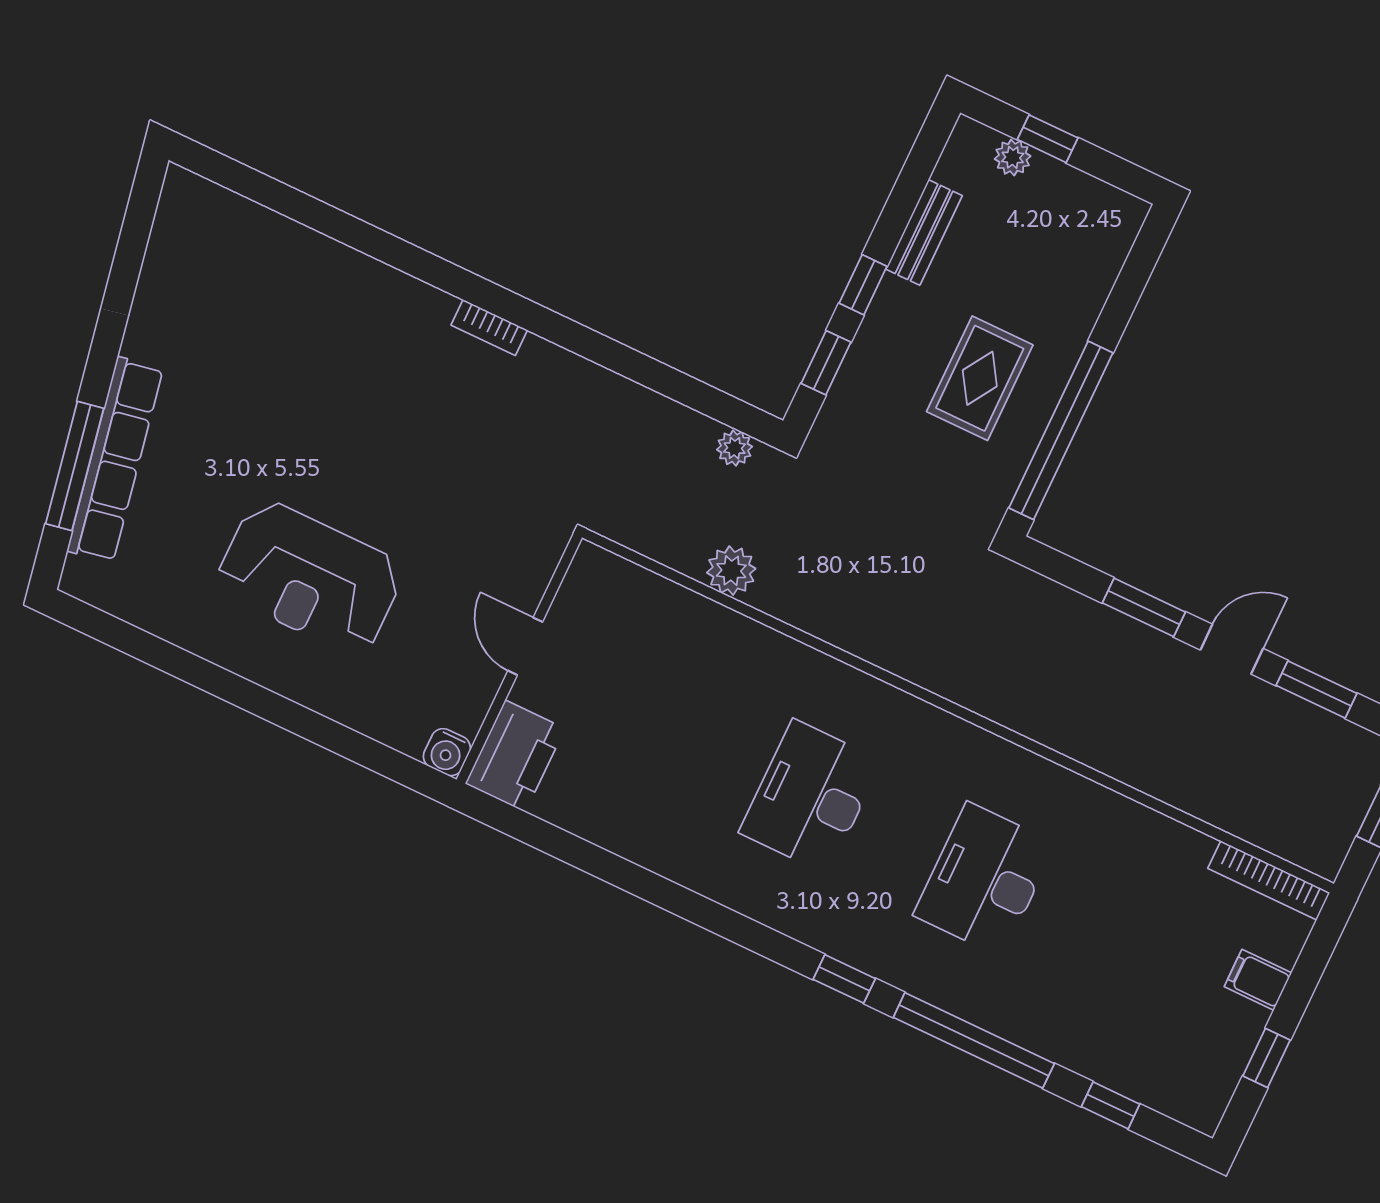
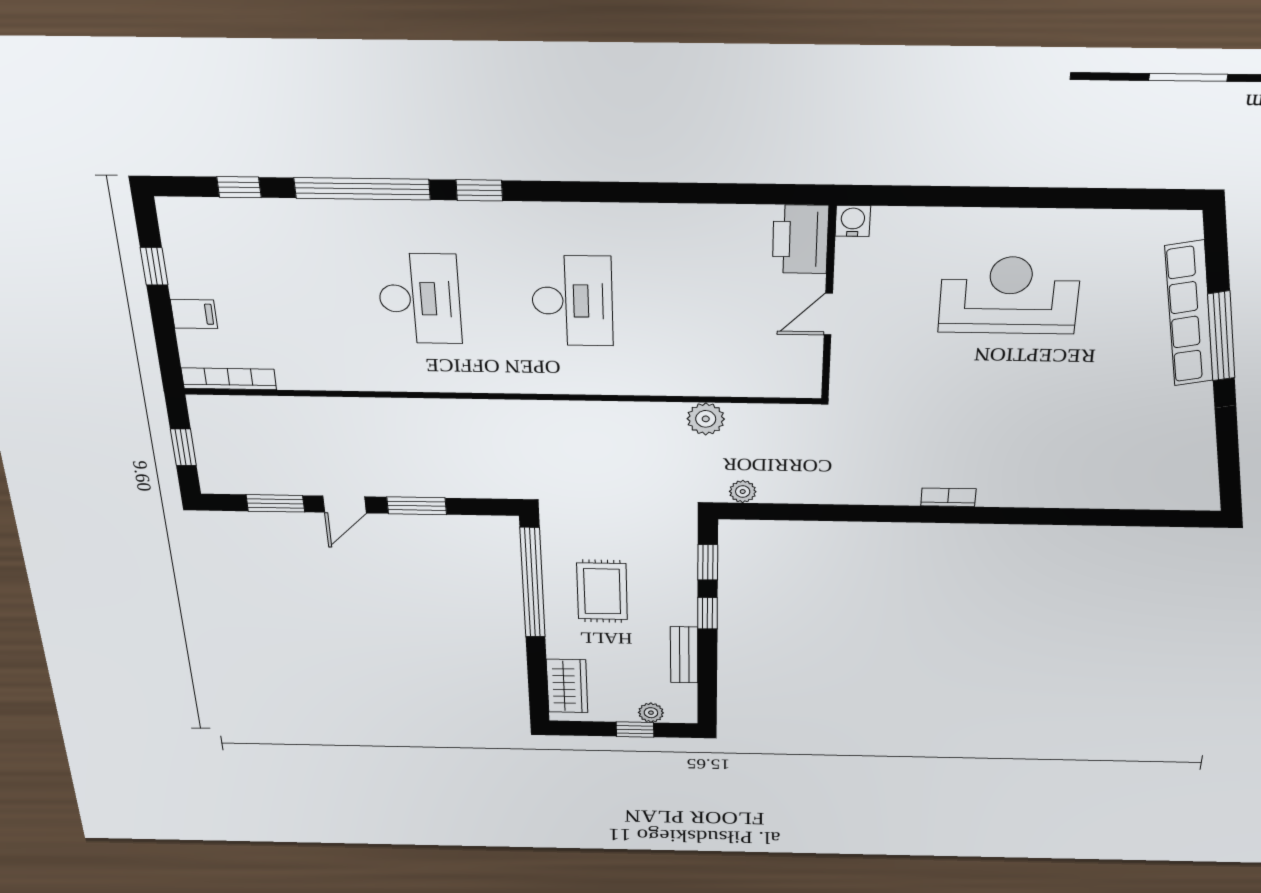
wardrobe: (1101, 250) -> (567, 686), added
window: (75, 466) -> (1221, 336), moved
door: (525, 646) -> (828, 314), swing flipped

